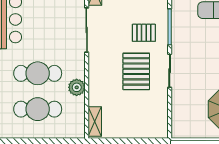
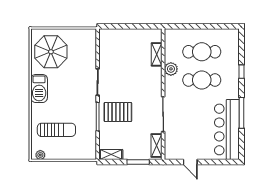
pallet: (144, 33) -> (118, 112), width x1.50, depth x1.42
pallet: (136, 71) -> (124, 81), removed
shelving: (95, 121) -> (157, 54), moved

